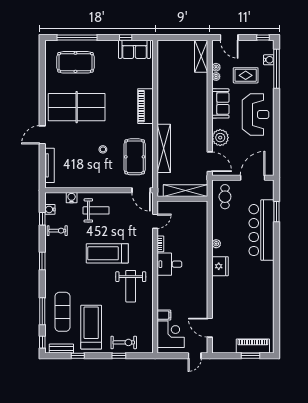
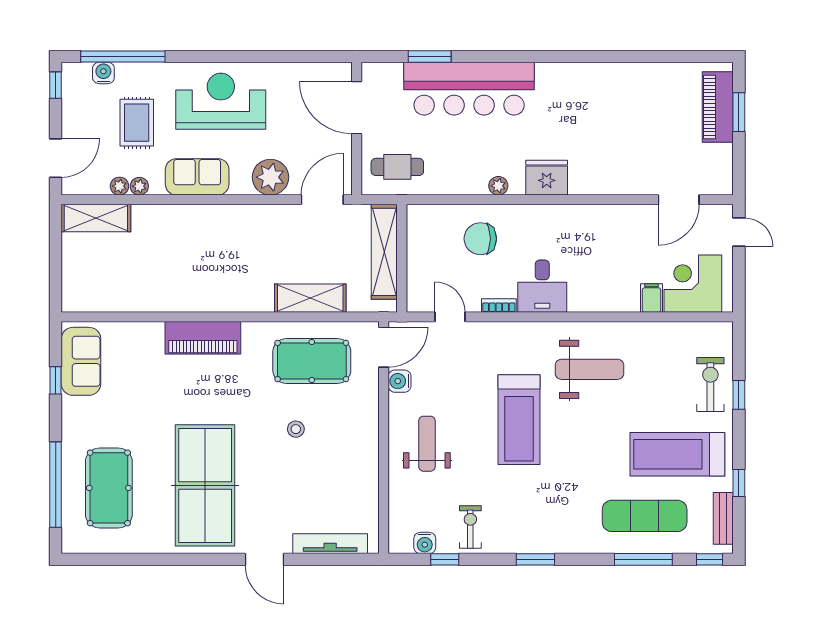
shelving: (164, 148) -> (310, 298), width x0.68
water cooler: (72, 198) -> (400, 381), moved
chair: (192, 235) -> (480, 239), added

